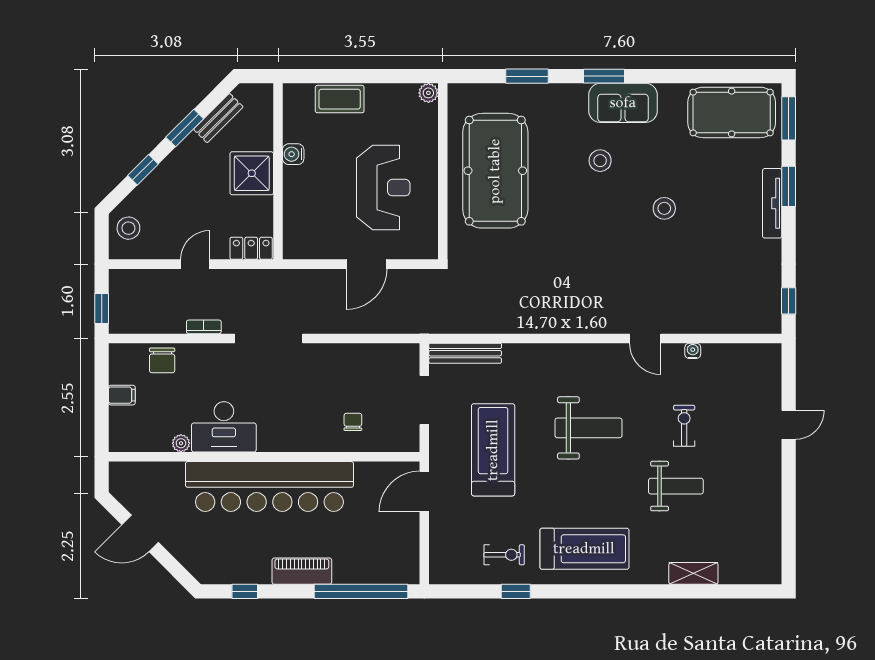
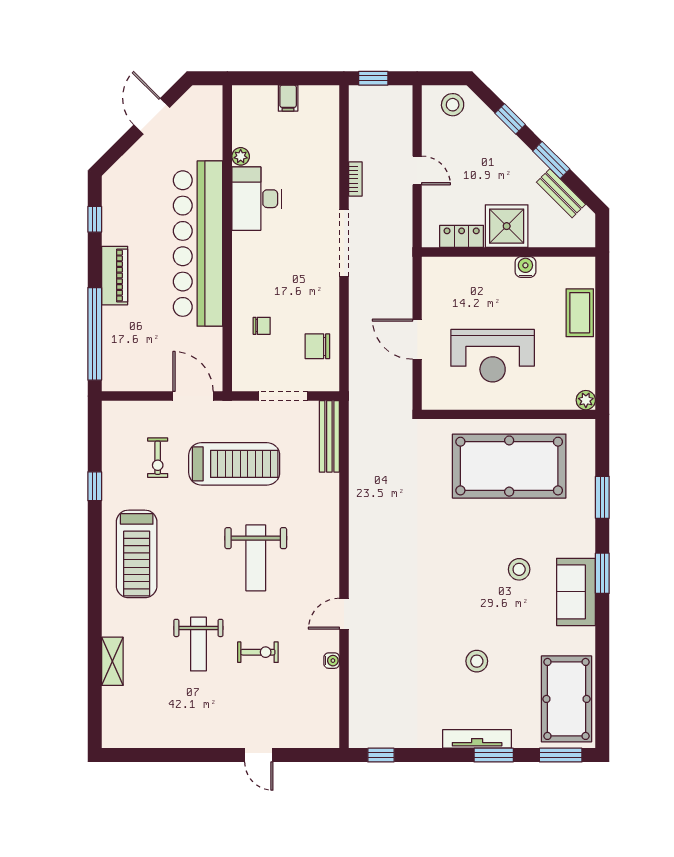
stool: (664, 208) -> (477, 661), moved
locker: (251, 248) -> (462, 236), moved, turned -90
chair: (162, 360) -> (317, 346), moved
exercise bike: (504, 555) -> (158, 458), moved

